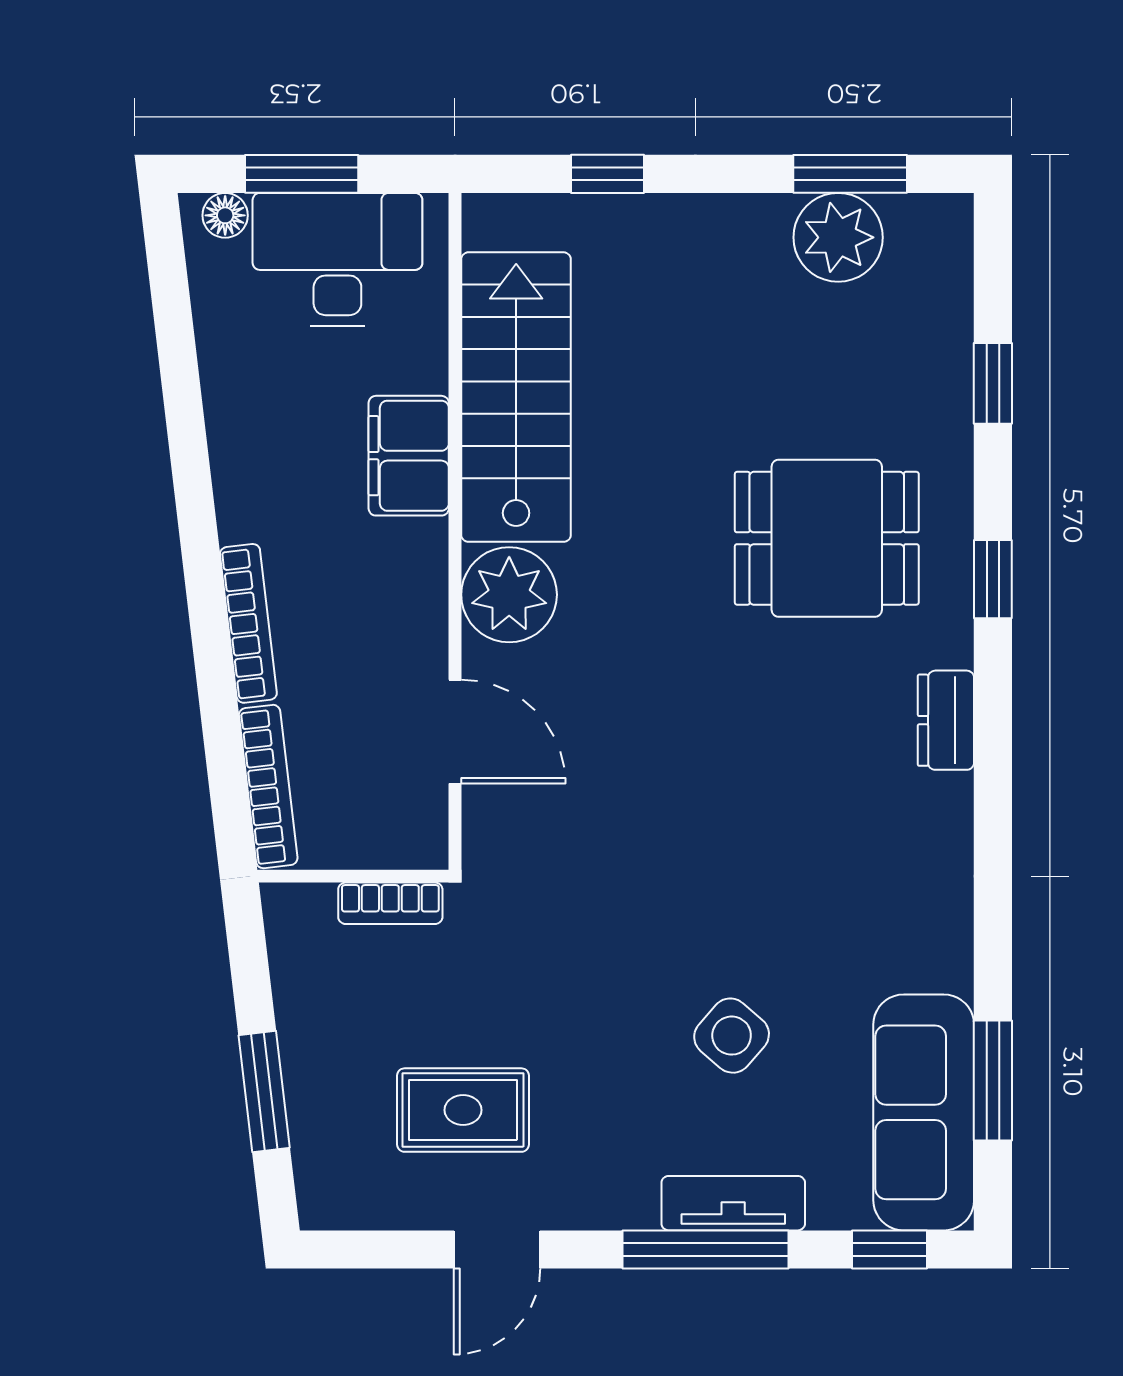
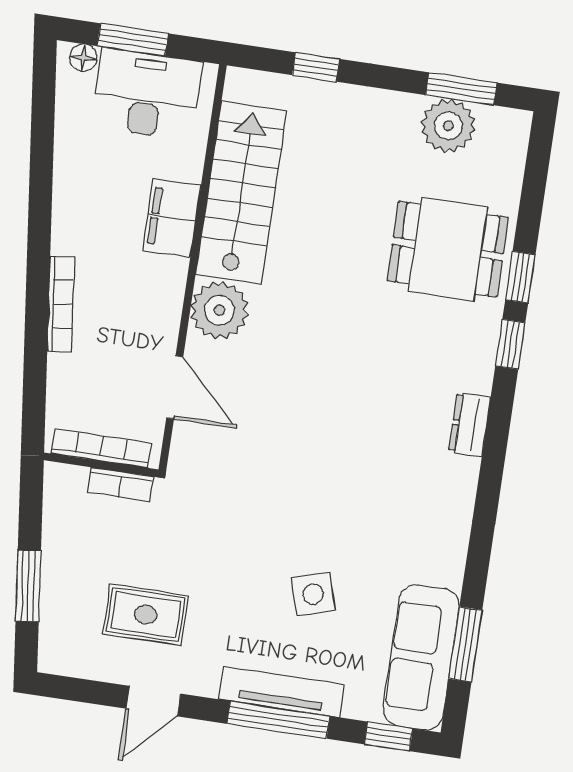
window: (993, 383) -> (520, 277), moved
dining table: (827, 538) -> (448, 249), moved
bookcase: (268, 787) -> (101, 448), moved, turned -83
side table: (732, 1036) -> (313, 594), turned 32
tv unit: (733, 1203) -> (282, 692), width x1.41

